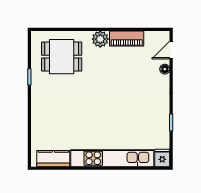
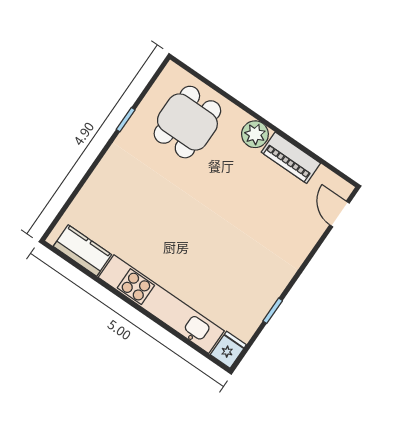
door: (171, 50) -> (339, 214), hinge flipped
dining table: (62, 57) -> (187, 122), turned 90
floor lamp: (165, 69) -> (313, 234), removed

